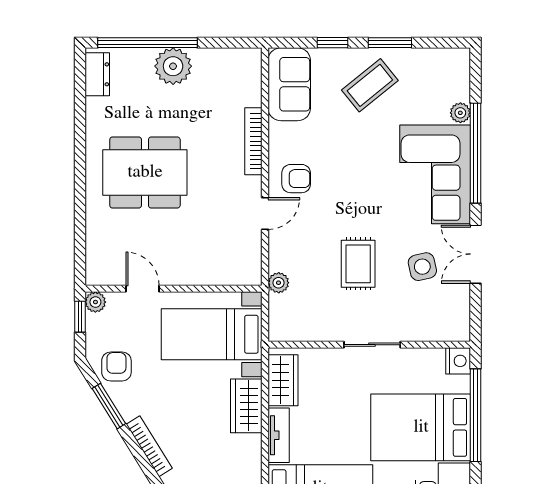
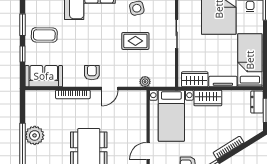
coffee table: (370, 85) -> (44, 35), turned -50
door: (265, 213) -> (110, 88), swing flipped

